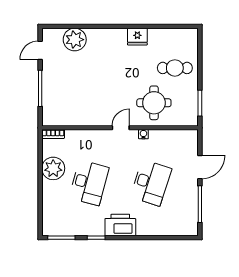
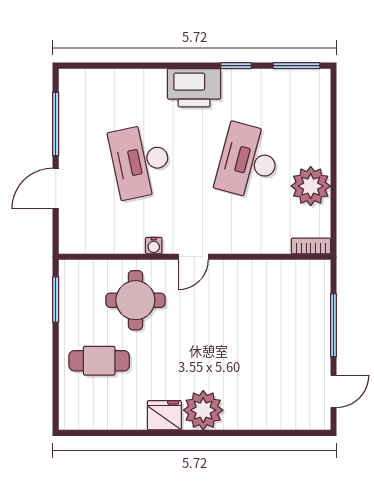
plant: (75, 40) -> (203, 410), moved
desk: (151, 183) -> (141, 161), turned -30

